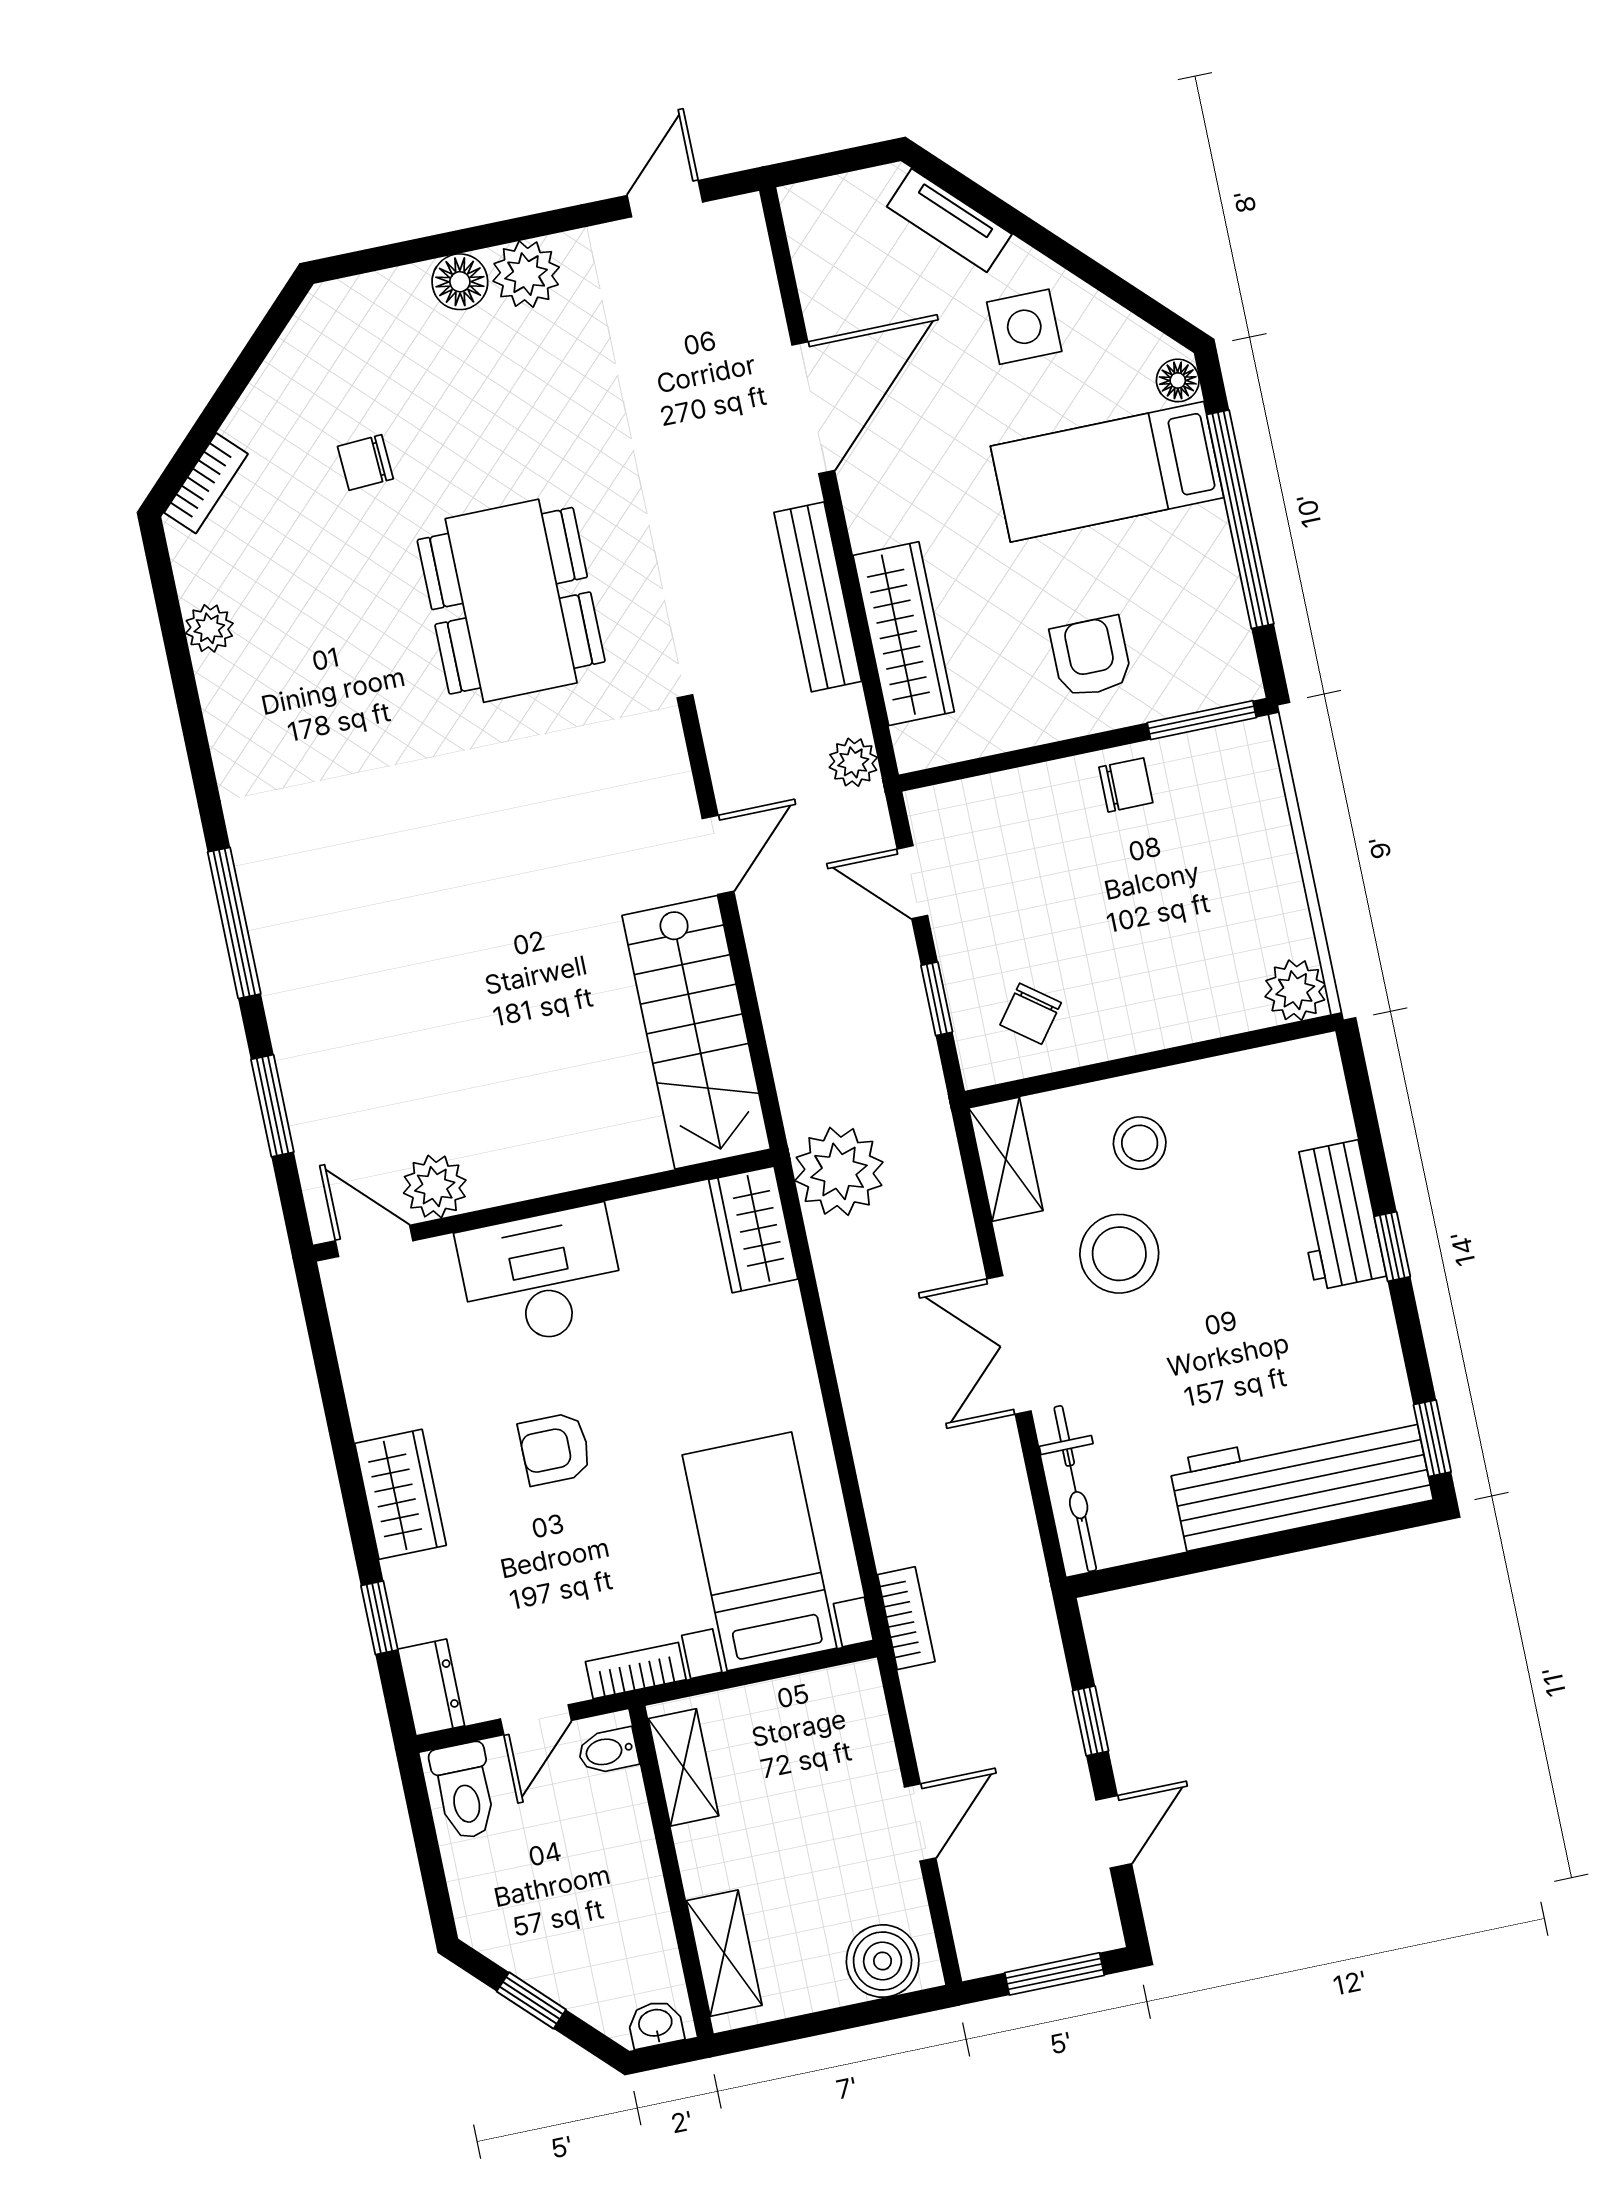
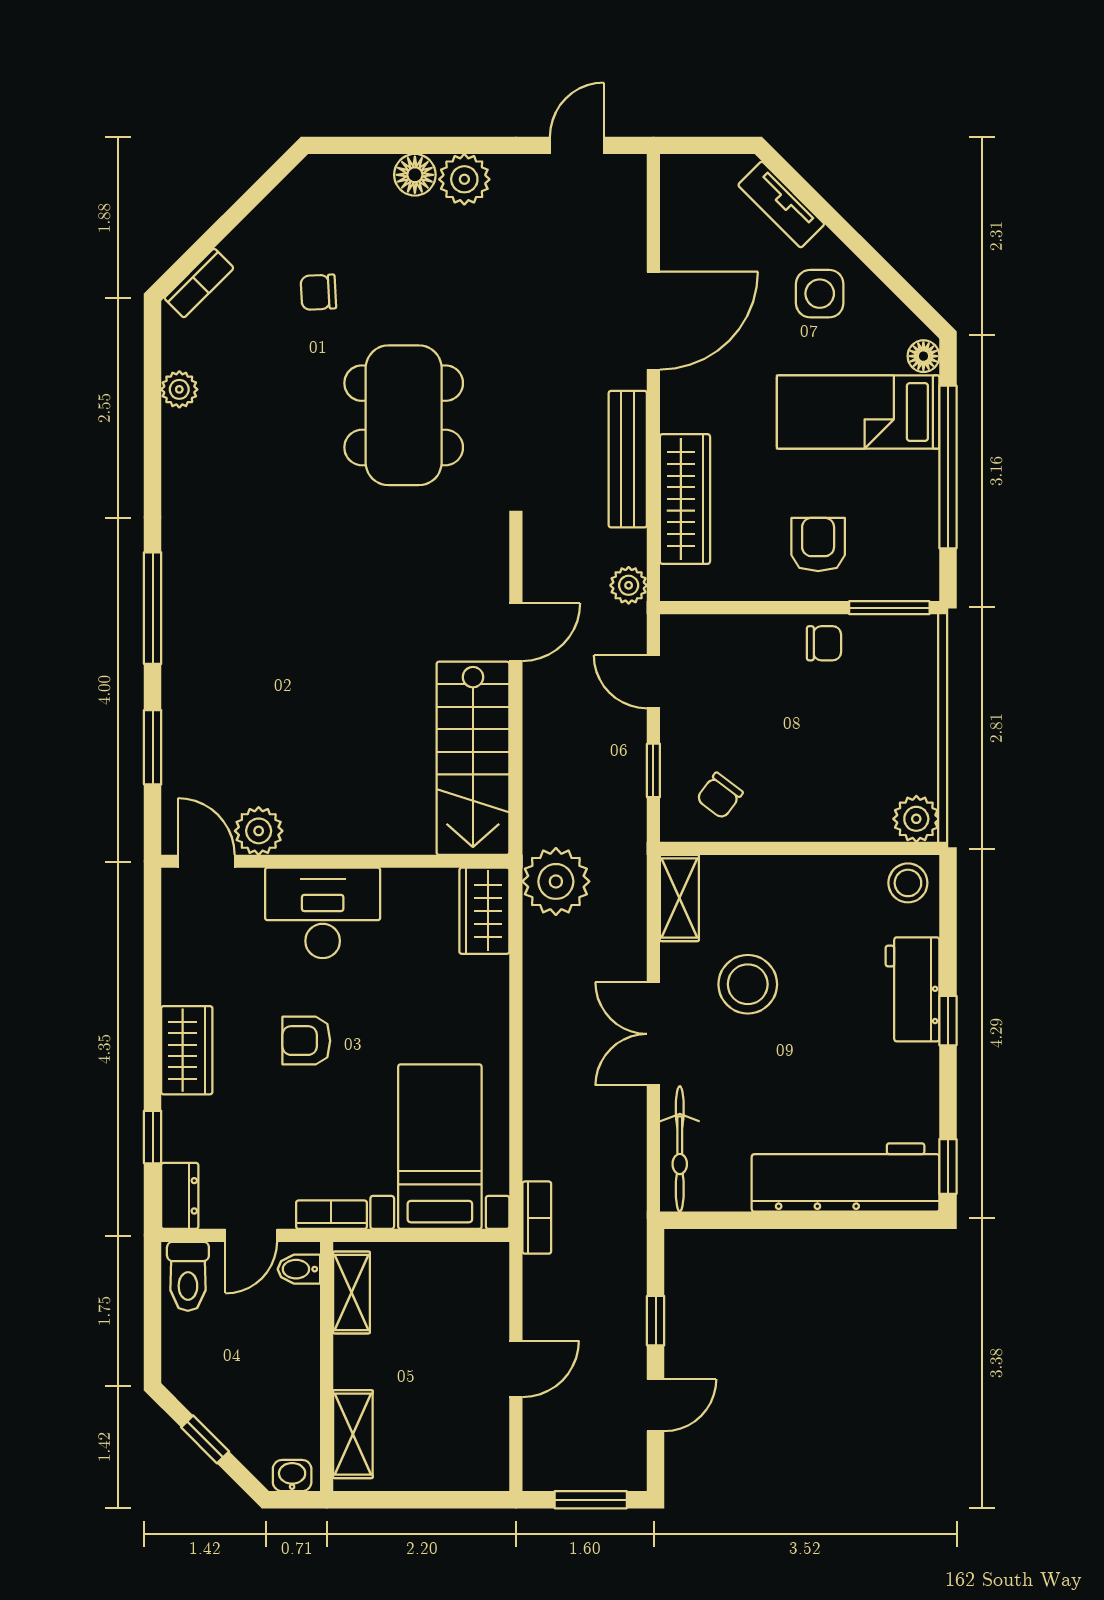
stool: (1140, 1143) -> (908, 883), moved
boiler: (883, 1961) -> (467, 1464), removed

